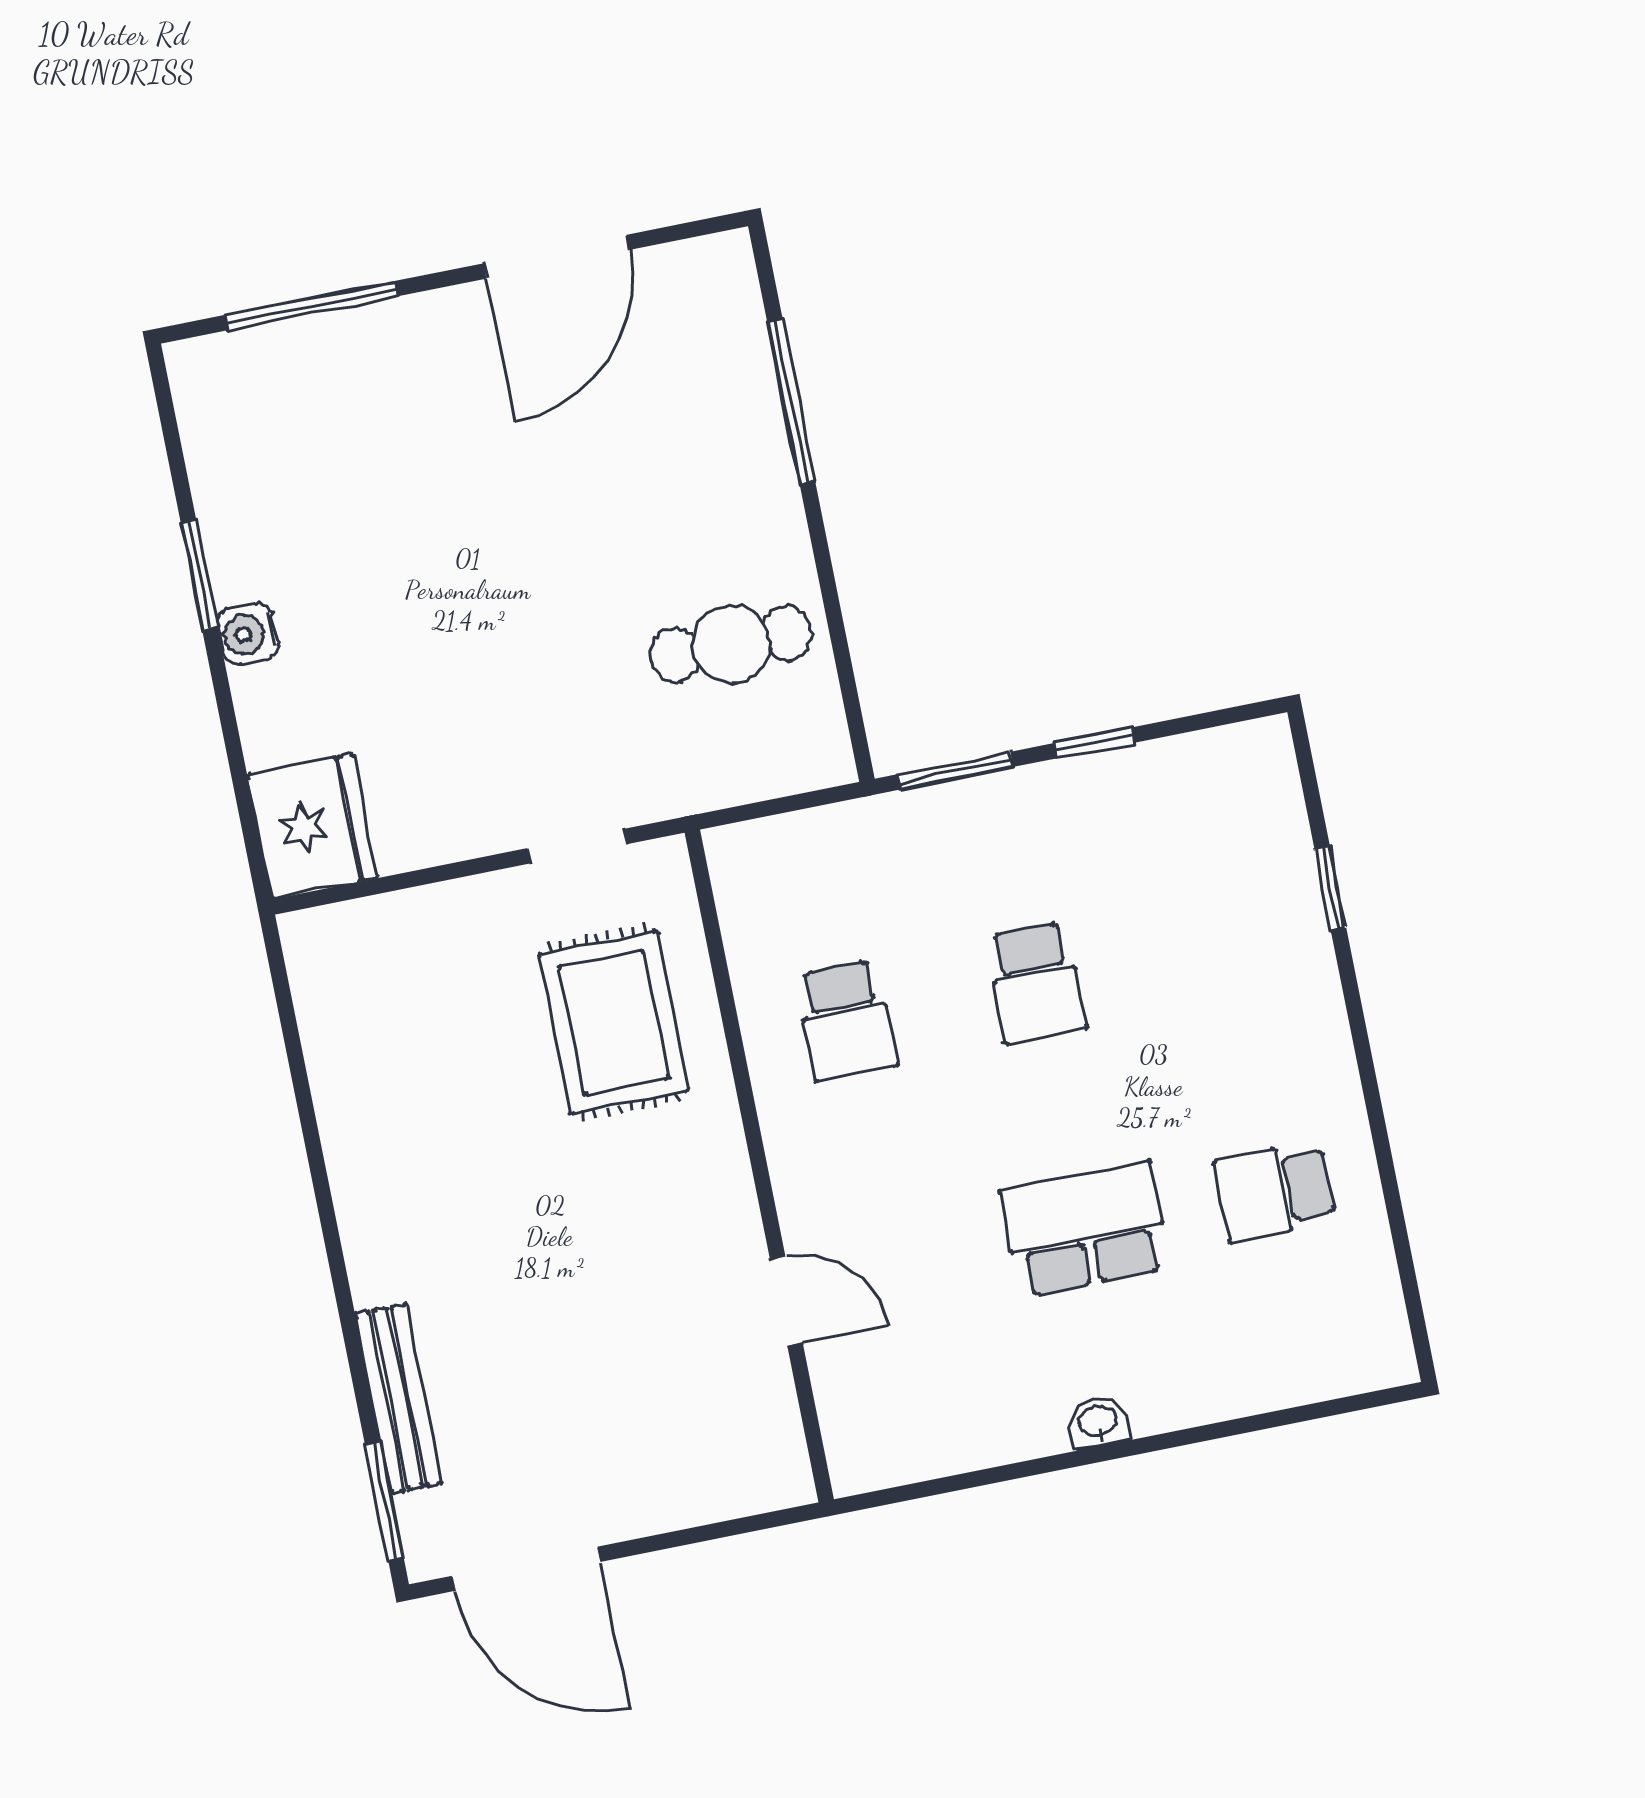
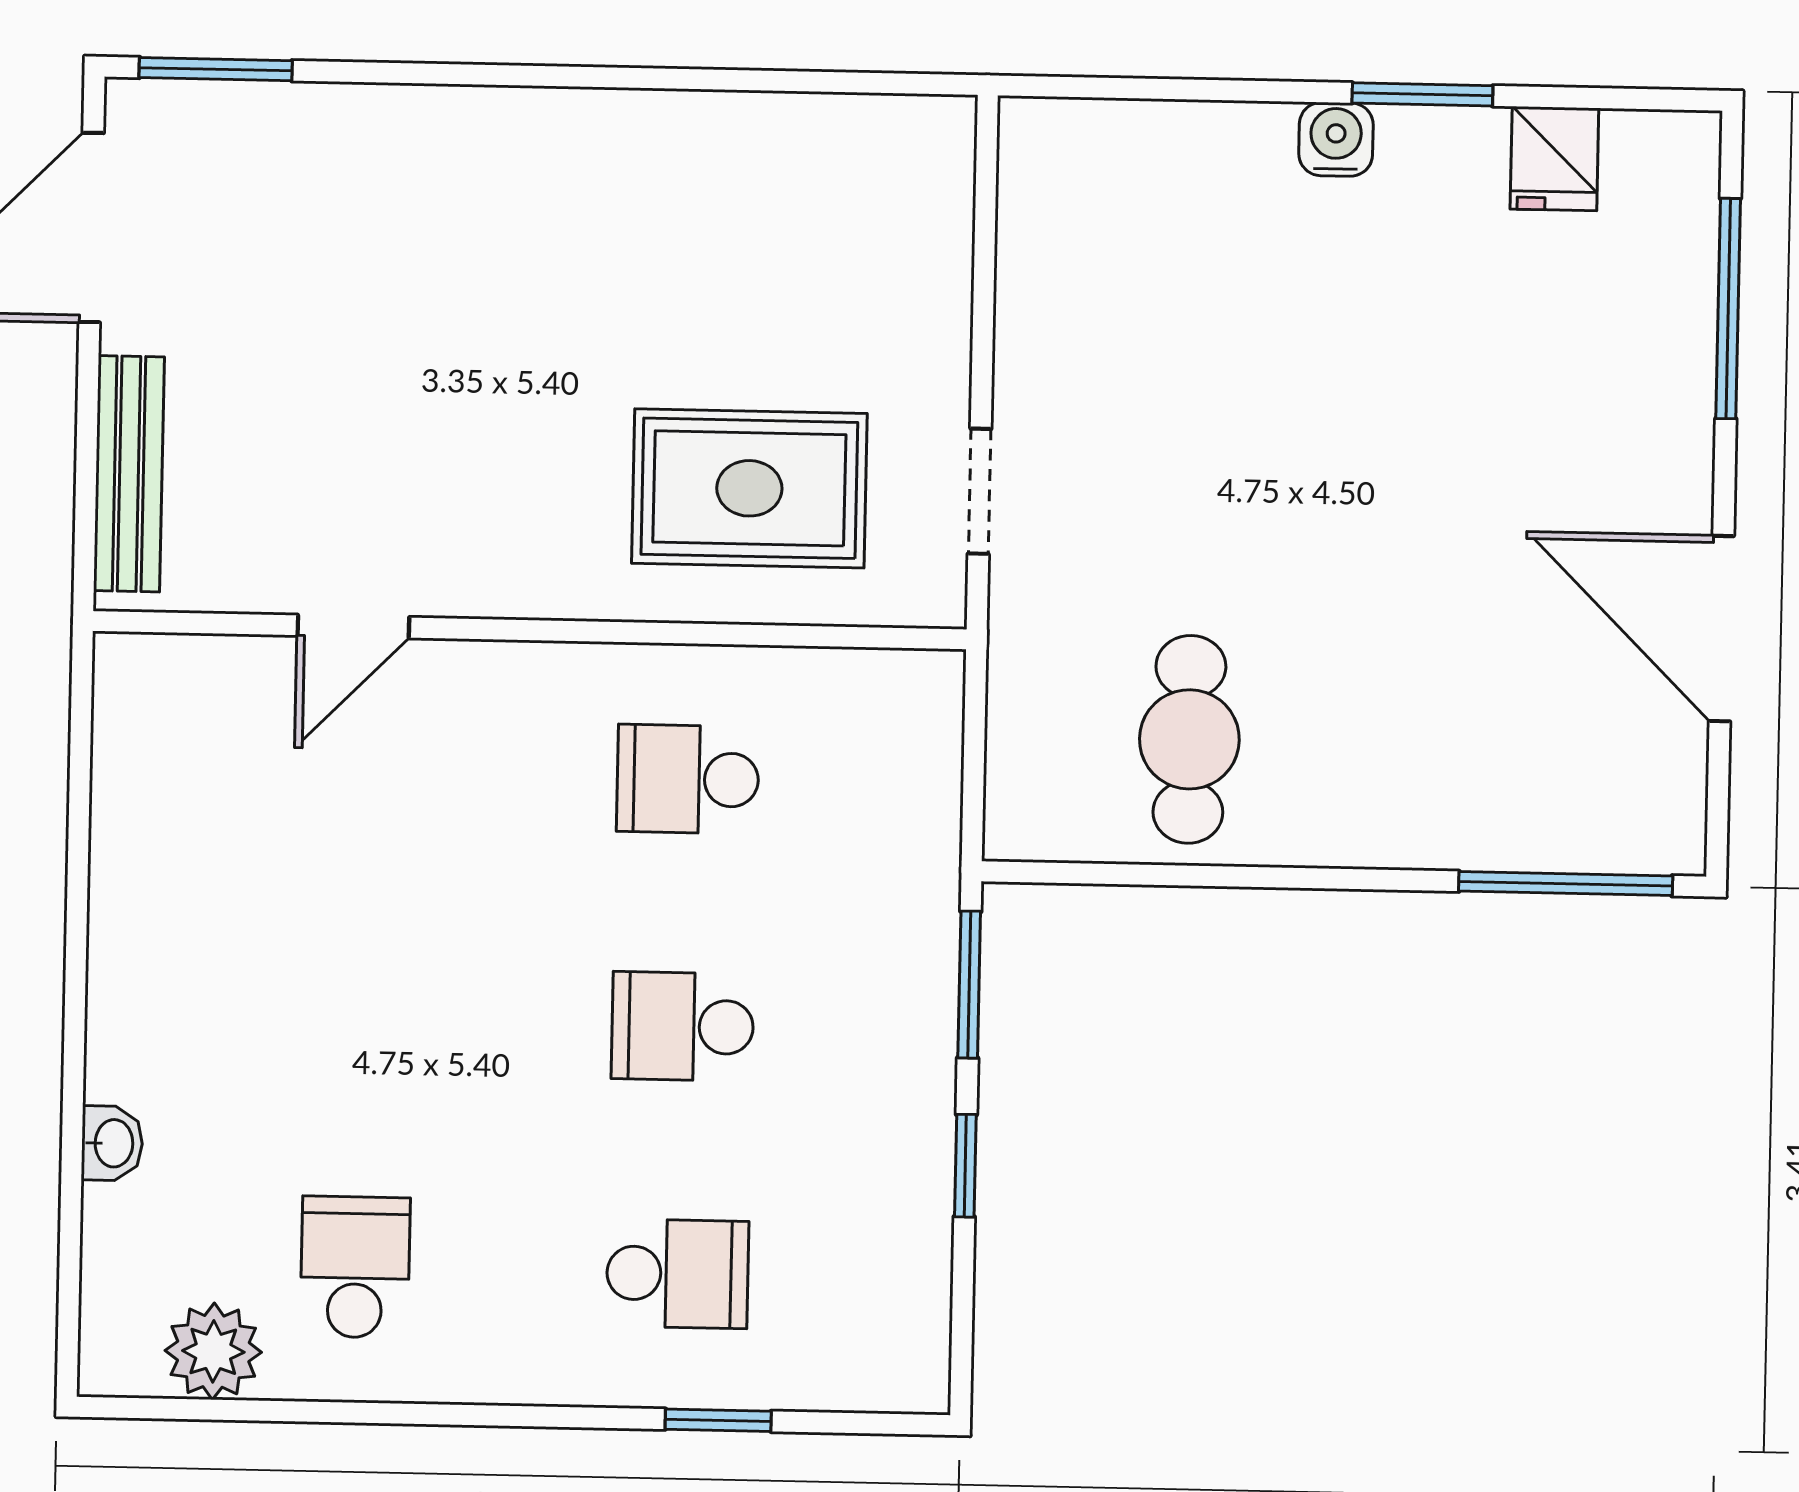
window: (791, 401) -> (1566, 884), moved
fridge: (312, 826) -> (1554, 159), moved, width x0.53, depth x0.75
school desk: (1085, 1229) -> (677, 1274), moved, width x0.54
plant: (1363, 1285) -> (213, 1351), added
bench: (398, 1399) -> (129, 474), moved, turned 90
washbasin: (1098, 1423) -> (112, 1143), moved

